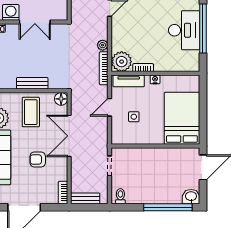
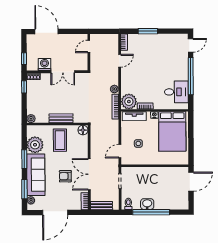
desk: (184, 30) -> (176, 92), moved, width x0.73
door: (110, 107) -> (120, 151), moved
bed: (182, 118) -> (172, 131), moved, turned 180
double door: (69, 136) -> (89, 174), moved
washbasin: (191, 197) -> (147, 204), moved
window: (168, 207) -> (151, 212), moved

